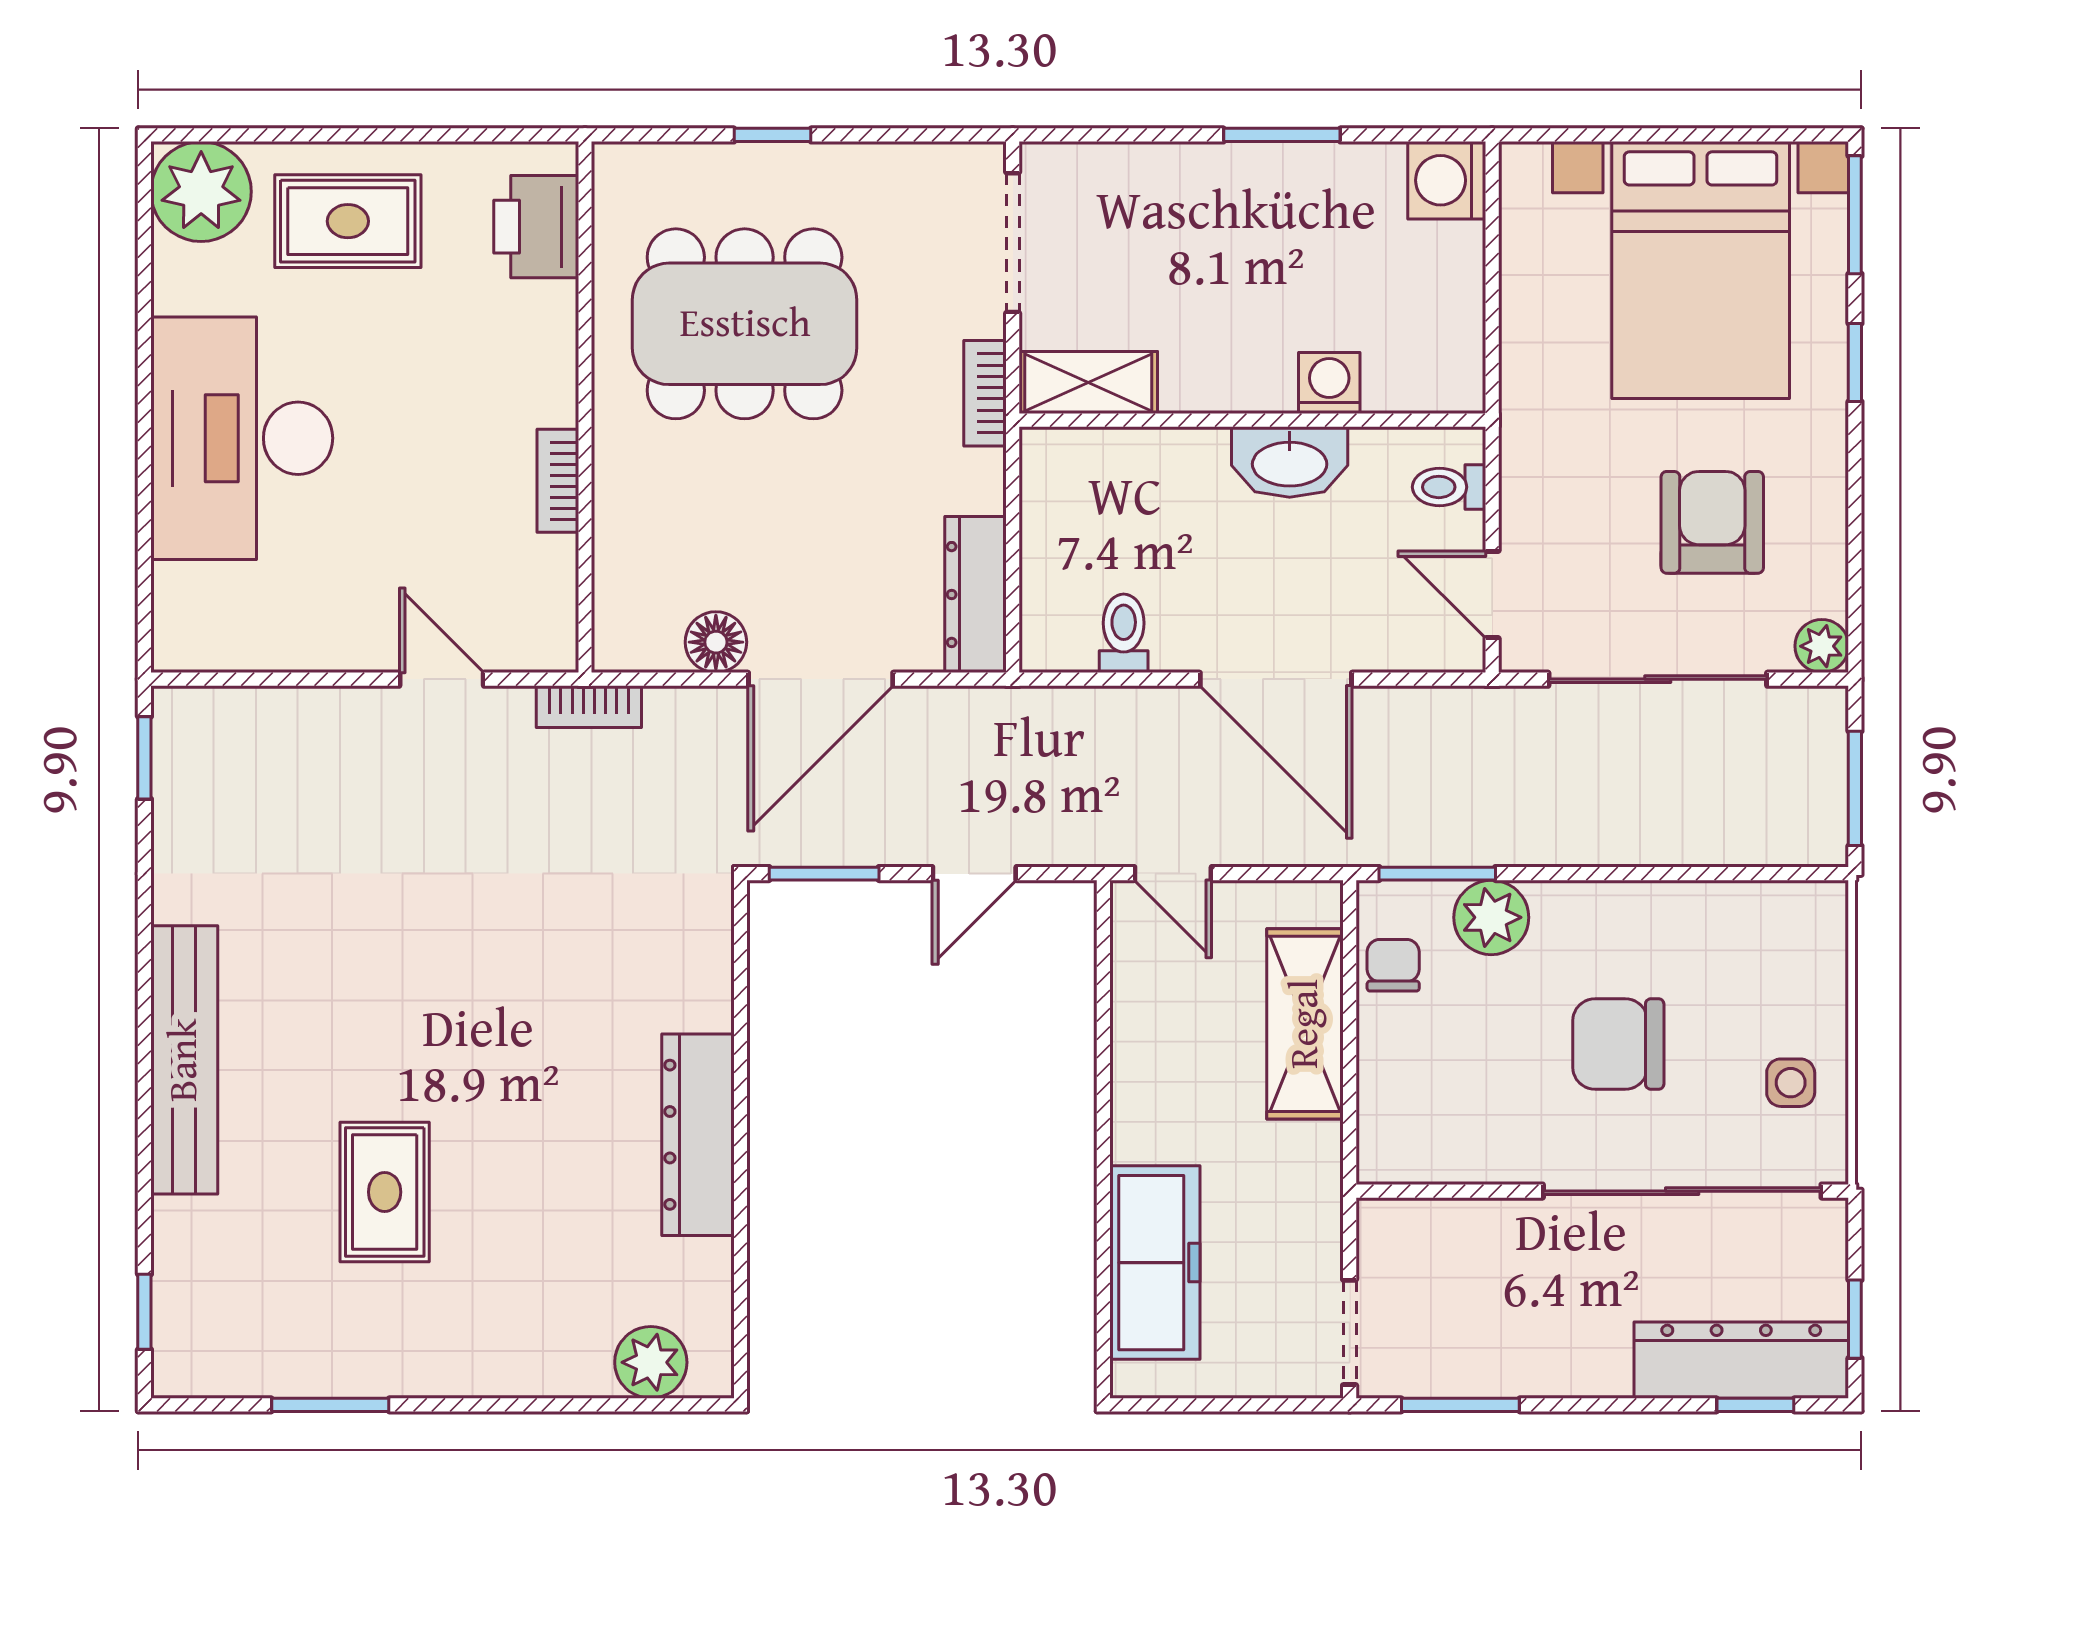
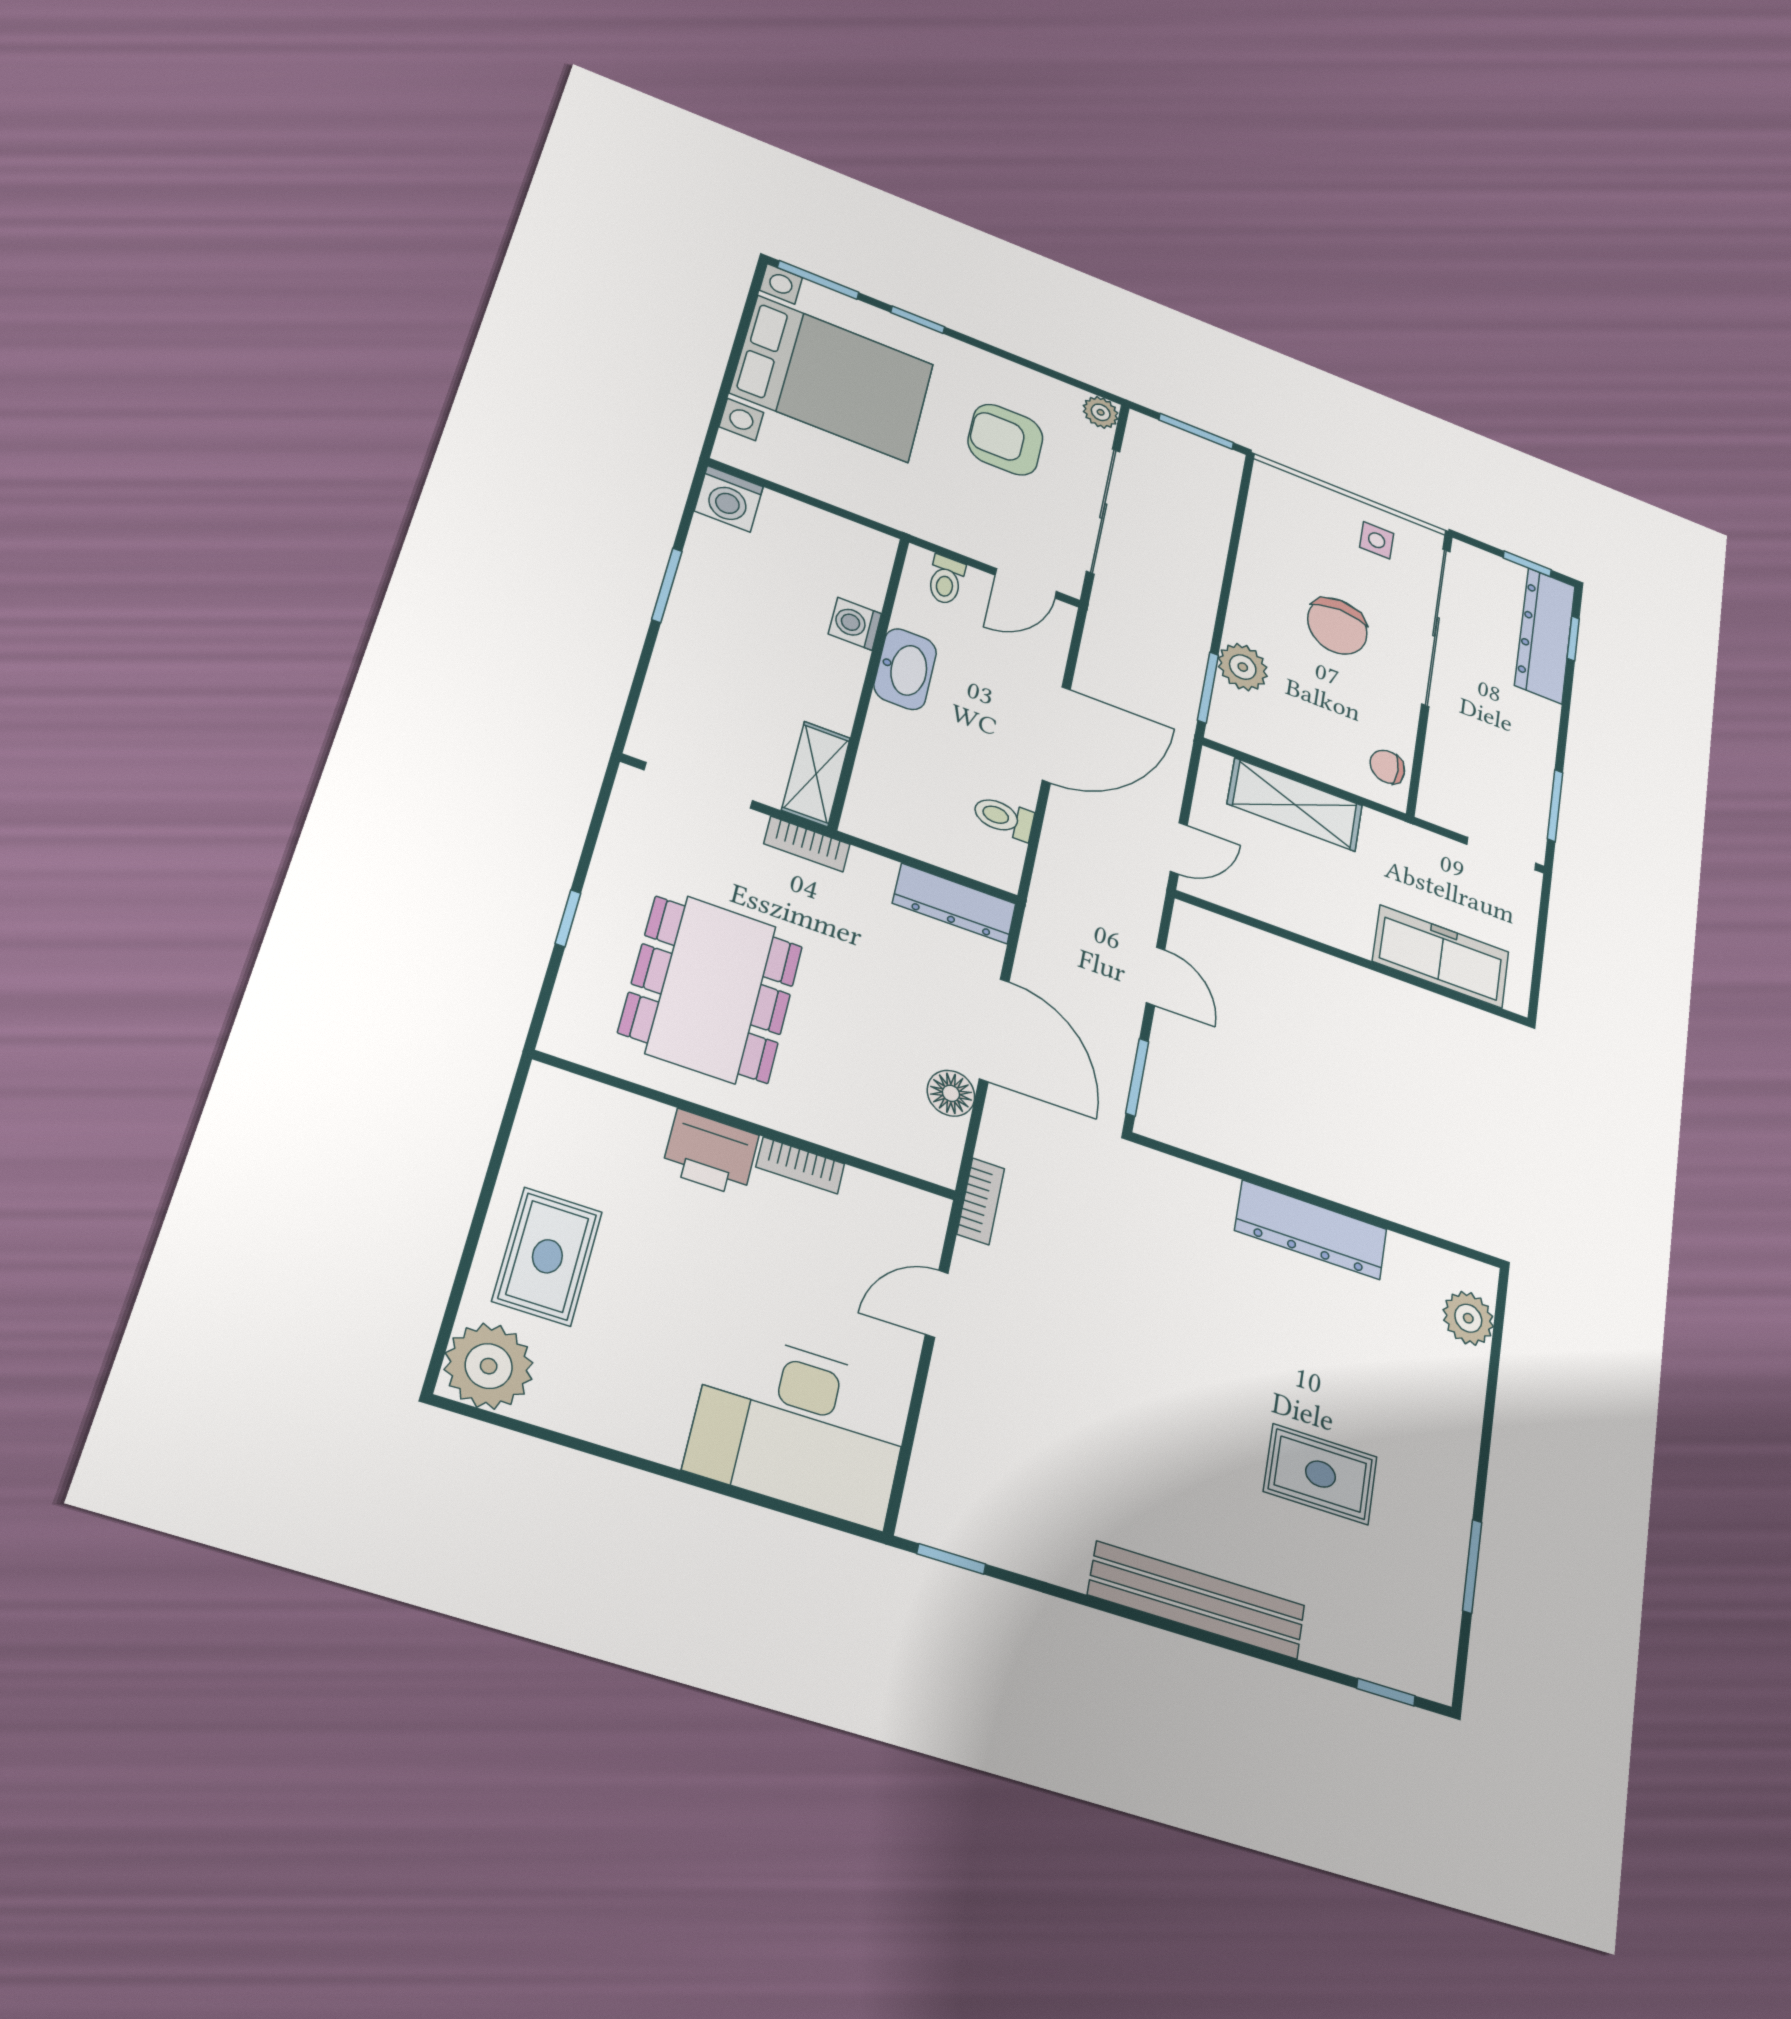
printer: (536, 227) -> (710, 1153), moved
desk: (242, 438) -> (800, 1427), moved
chair: (1393, 965) -> (1387, 767), moved

